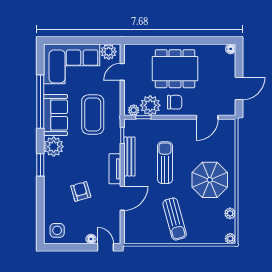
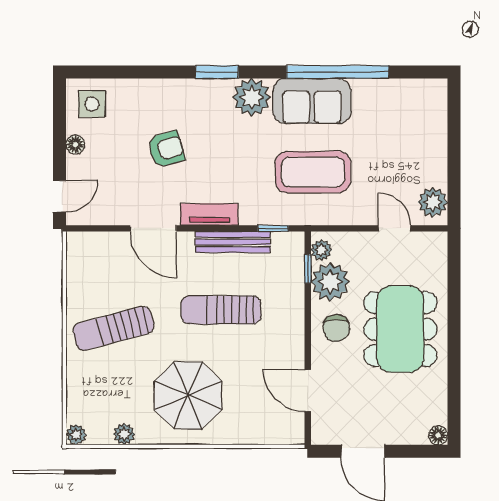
corner sofa: (72, 64) -> (410, 132), removed
sun lounger: (165, 163) -> (221, 310), turned 180
floor lamp: (91, 239) -> (75, 145), moved

